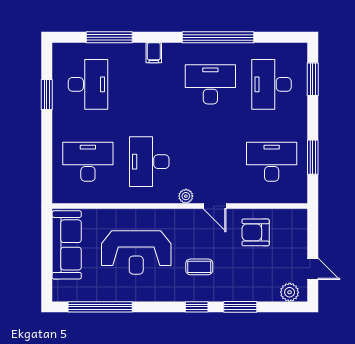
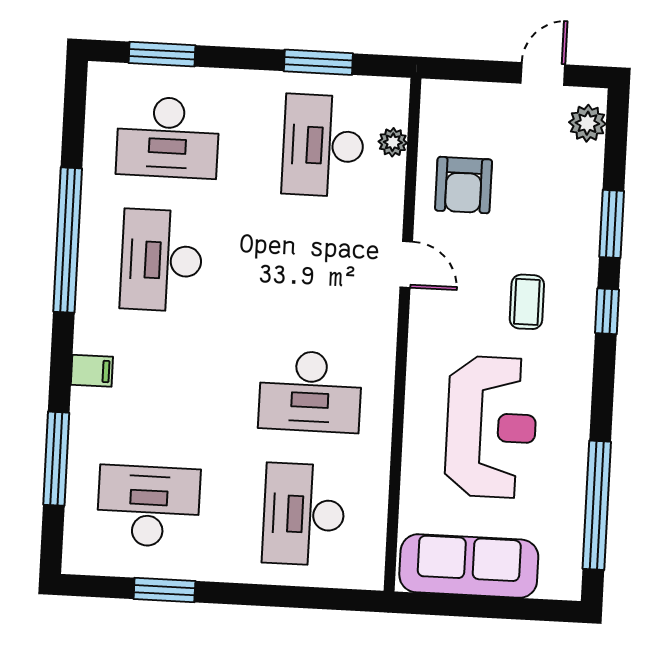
plant: (186, 196) -> (393, 142), moved
door: (215, 206) -> (406, 264), hinge flipped

